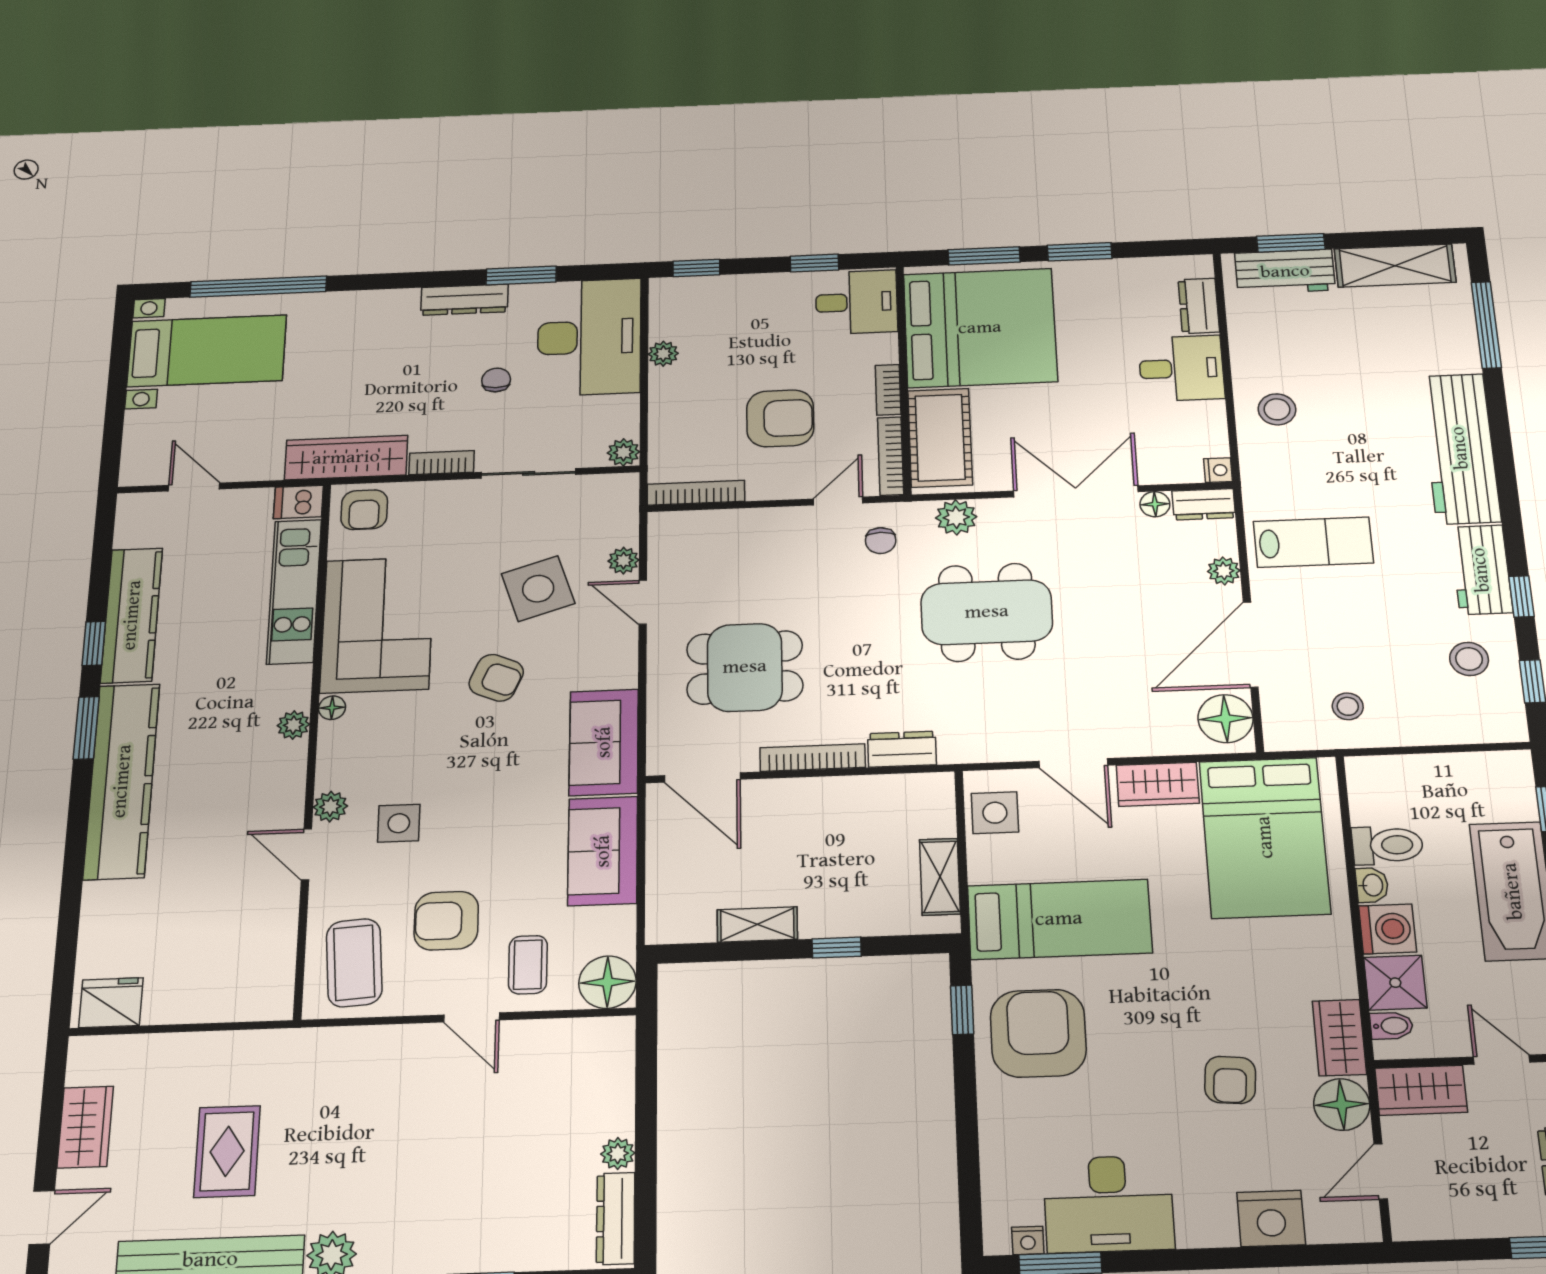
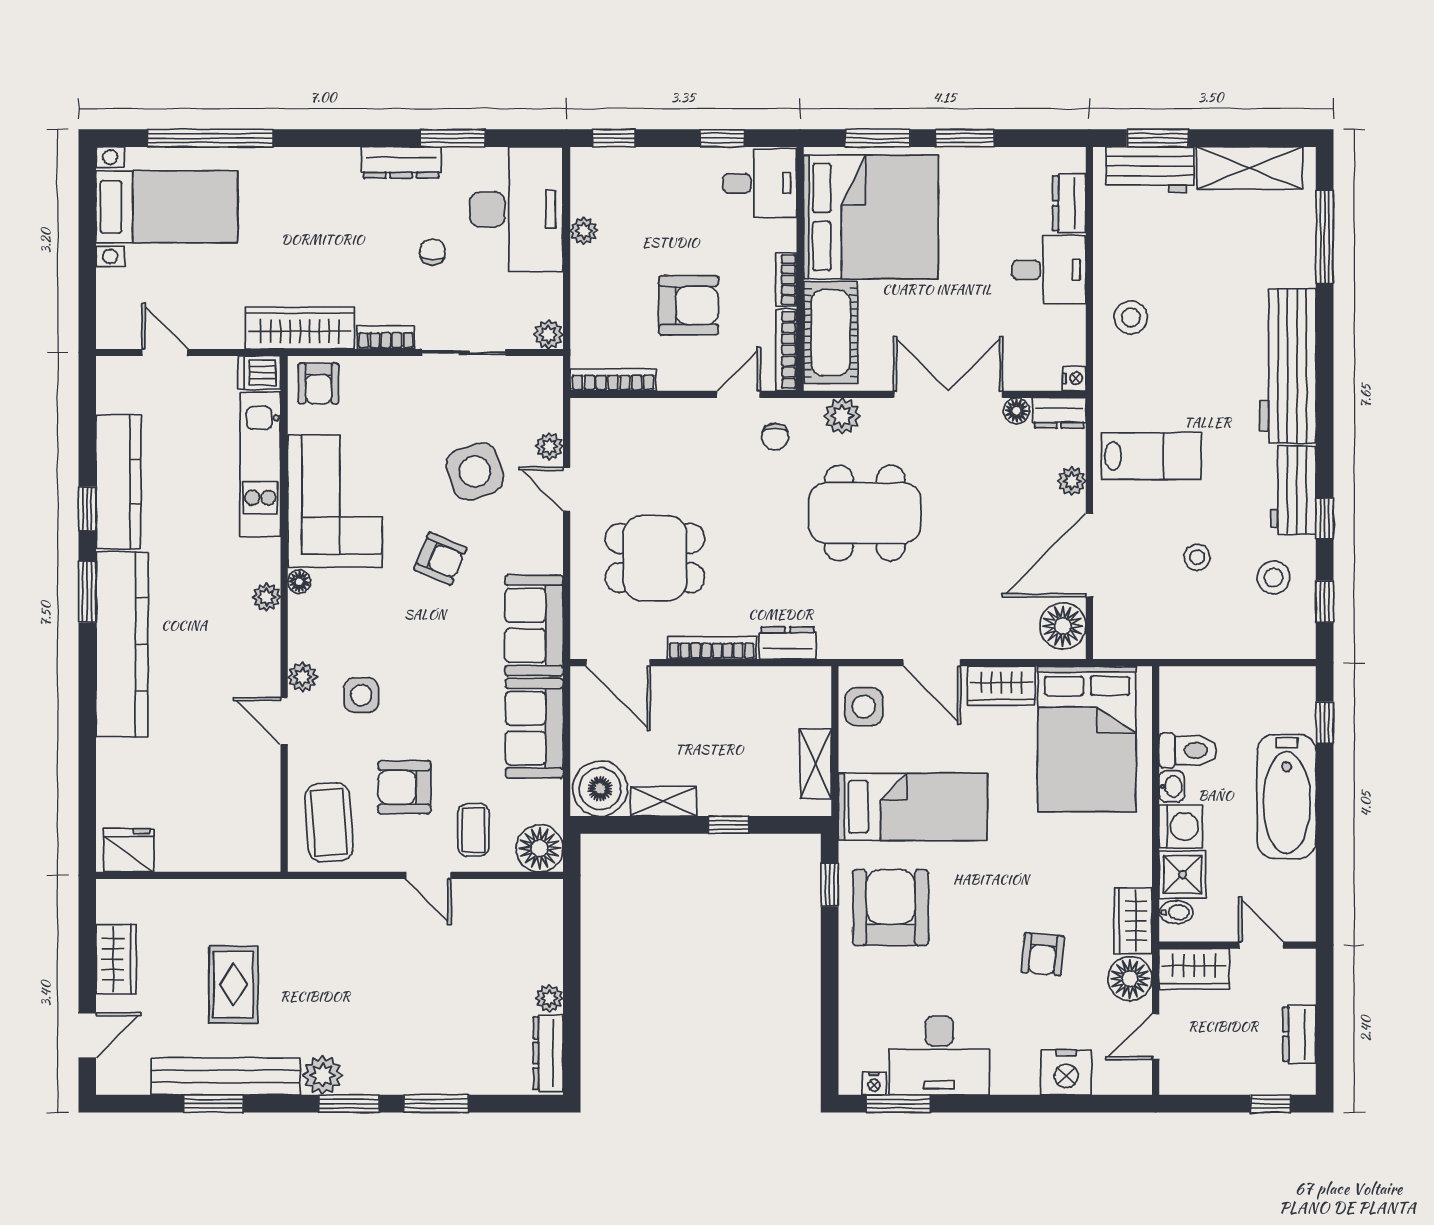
stool: (1348, 706) -> (1197, 557), moved
boiler: (681, 913) -> (600, 789), added

